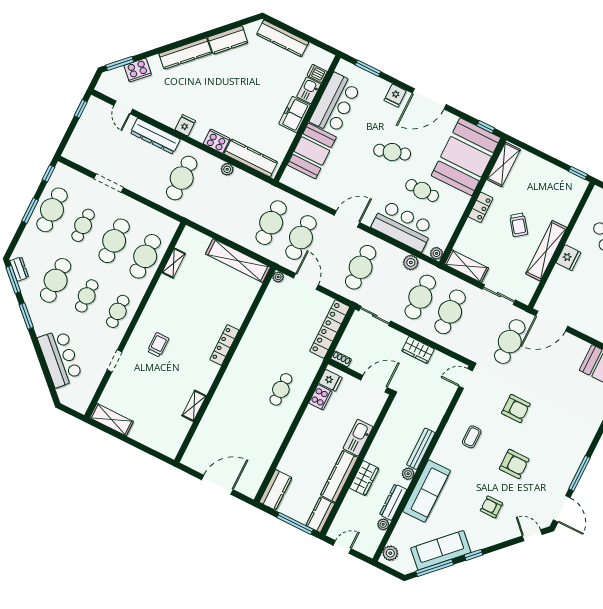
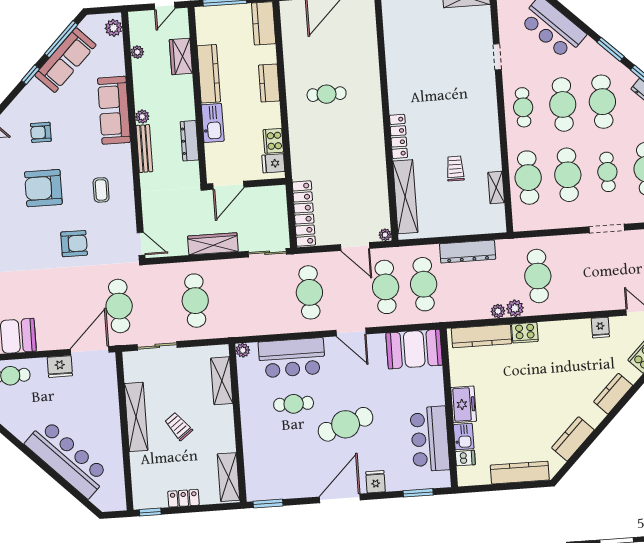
kitchen counter: (185, 53) -> (613, 394), width x0.67
fridge: (185, 125) -> (600, 328), moved
window: (486, 127) -> (268, 504), width x1.50
dresser: (155, 136) -> (468, 252), moved, turned 180
booth: (312, 151) -> (414, 349), moved, turned 90
cafe table: (392, 152) -> (346, 424), width x1.37, depth x1.35
booth: (466, 157) -> (270, 463), removed
locker: (481, 207) -> (183, 498), moved, turned 90
door: (347, 219) -> (351, 332), hinge flipped
fridge: (568, 258) -> (60, 367), moved, turned -90
shelving: (238, 261) -> (405, 197), moved, turned 90
plant: (411, 262) -> (515, 308), moved
shelving: (466, 266) -> (222, 381), moved, turned 90
cafe table: (87, 296) -> (563, 104), width x1.37, depth x1.35
cafe table: (420, 297) -> (233, 298), removed
trolley: (158, 345) -> (455, 169), moved, turned 180
wardrobe: (418, 350) -> (213, 244), width x1.50
shoe rack: (341, 359) -> (275, 191), removed
door: (466, 379) -> (141, 244), hinge flipped
cafe table: (281, 389) -> (327, 94), moved, turned 90
shelving: (194, 406) -> (393, 59), removed
armchair: (516, 409) -> (74, 244), turned 180
armchair: (514, 464) -> (43, 188), width x1.36, depth x1.36
wardrobe: (364, 478) -> (181, 56), moved
dresser: (393, 502) -> (189, 141), moved, turned 180
armchair: (491, 507) -> (41, 132), turned 180
kitchen counter: (320, 515) -> (269, 83), moved, turned 180

